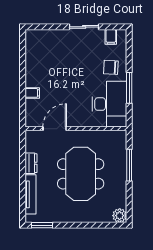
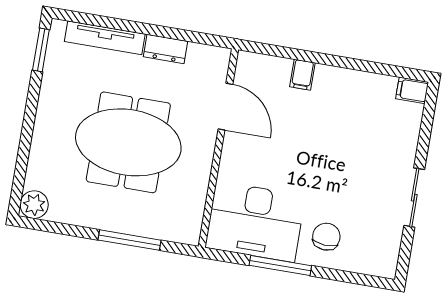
filing cabinet: (111, 37) -> (412, 90), moved

